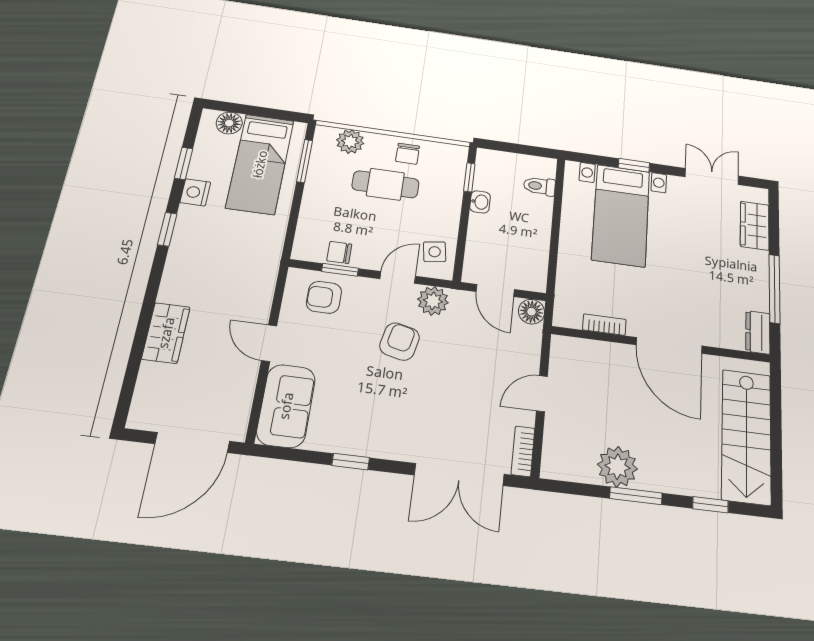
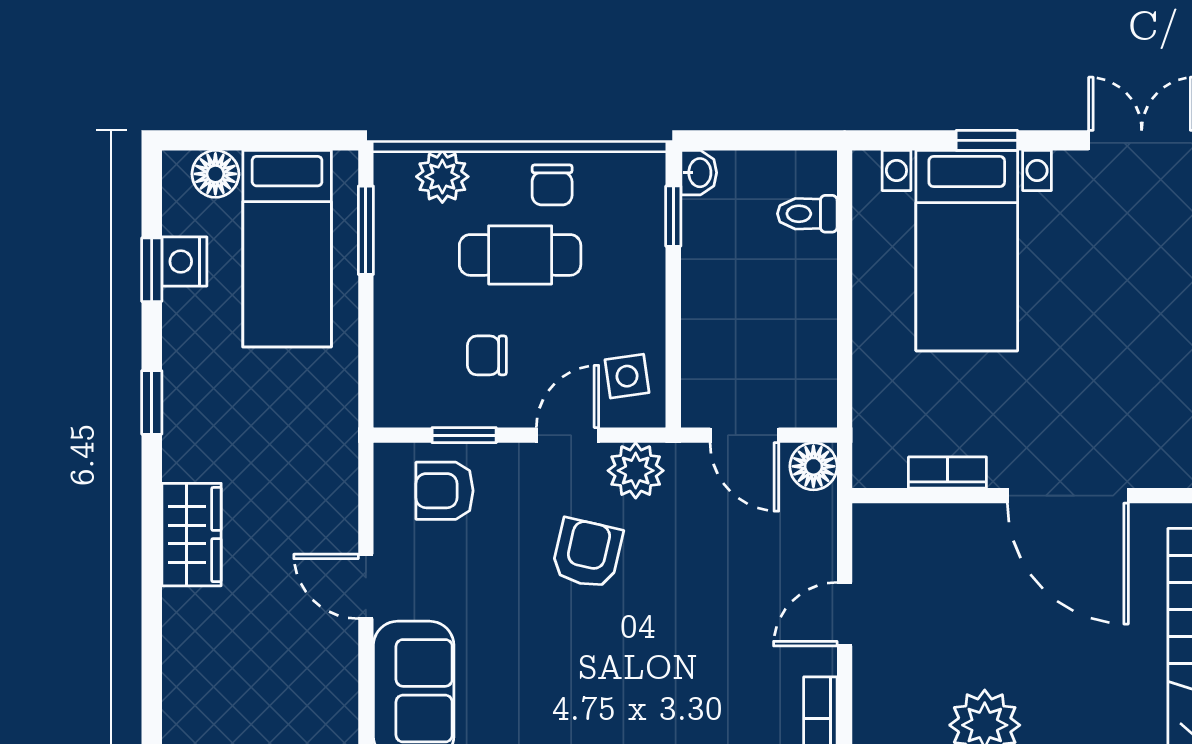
nightstand: (195, 192) -> (184, 261), moved
washbasin: (480, 202) -> (699, 173), moved
chair: (339, 252) -> (487, 355), moved
wardrobe: (166, 333) -> (191, 535), moved

